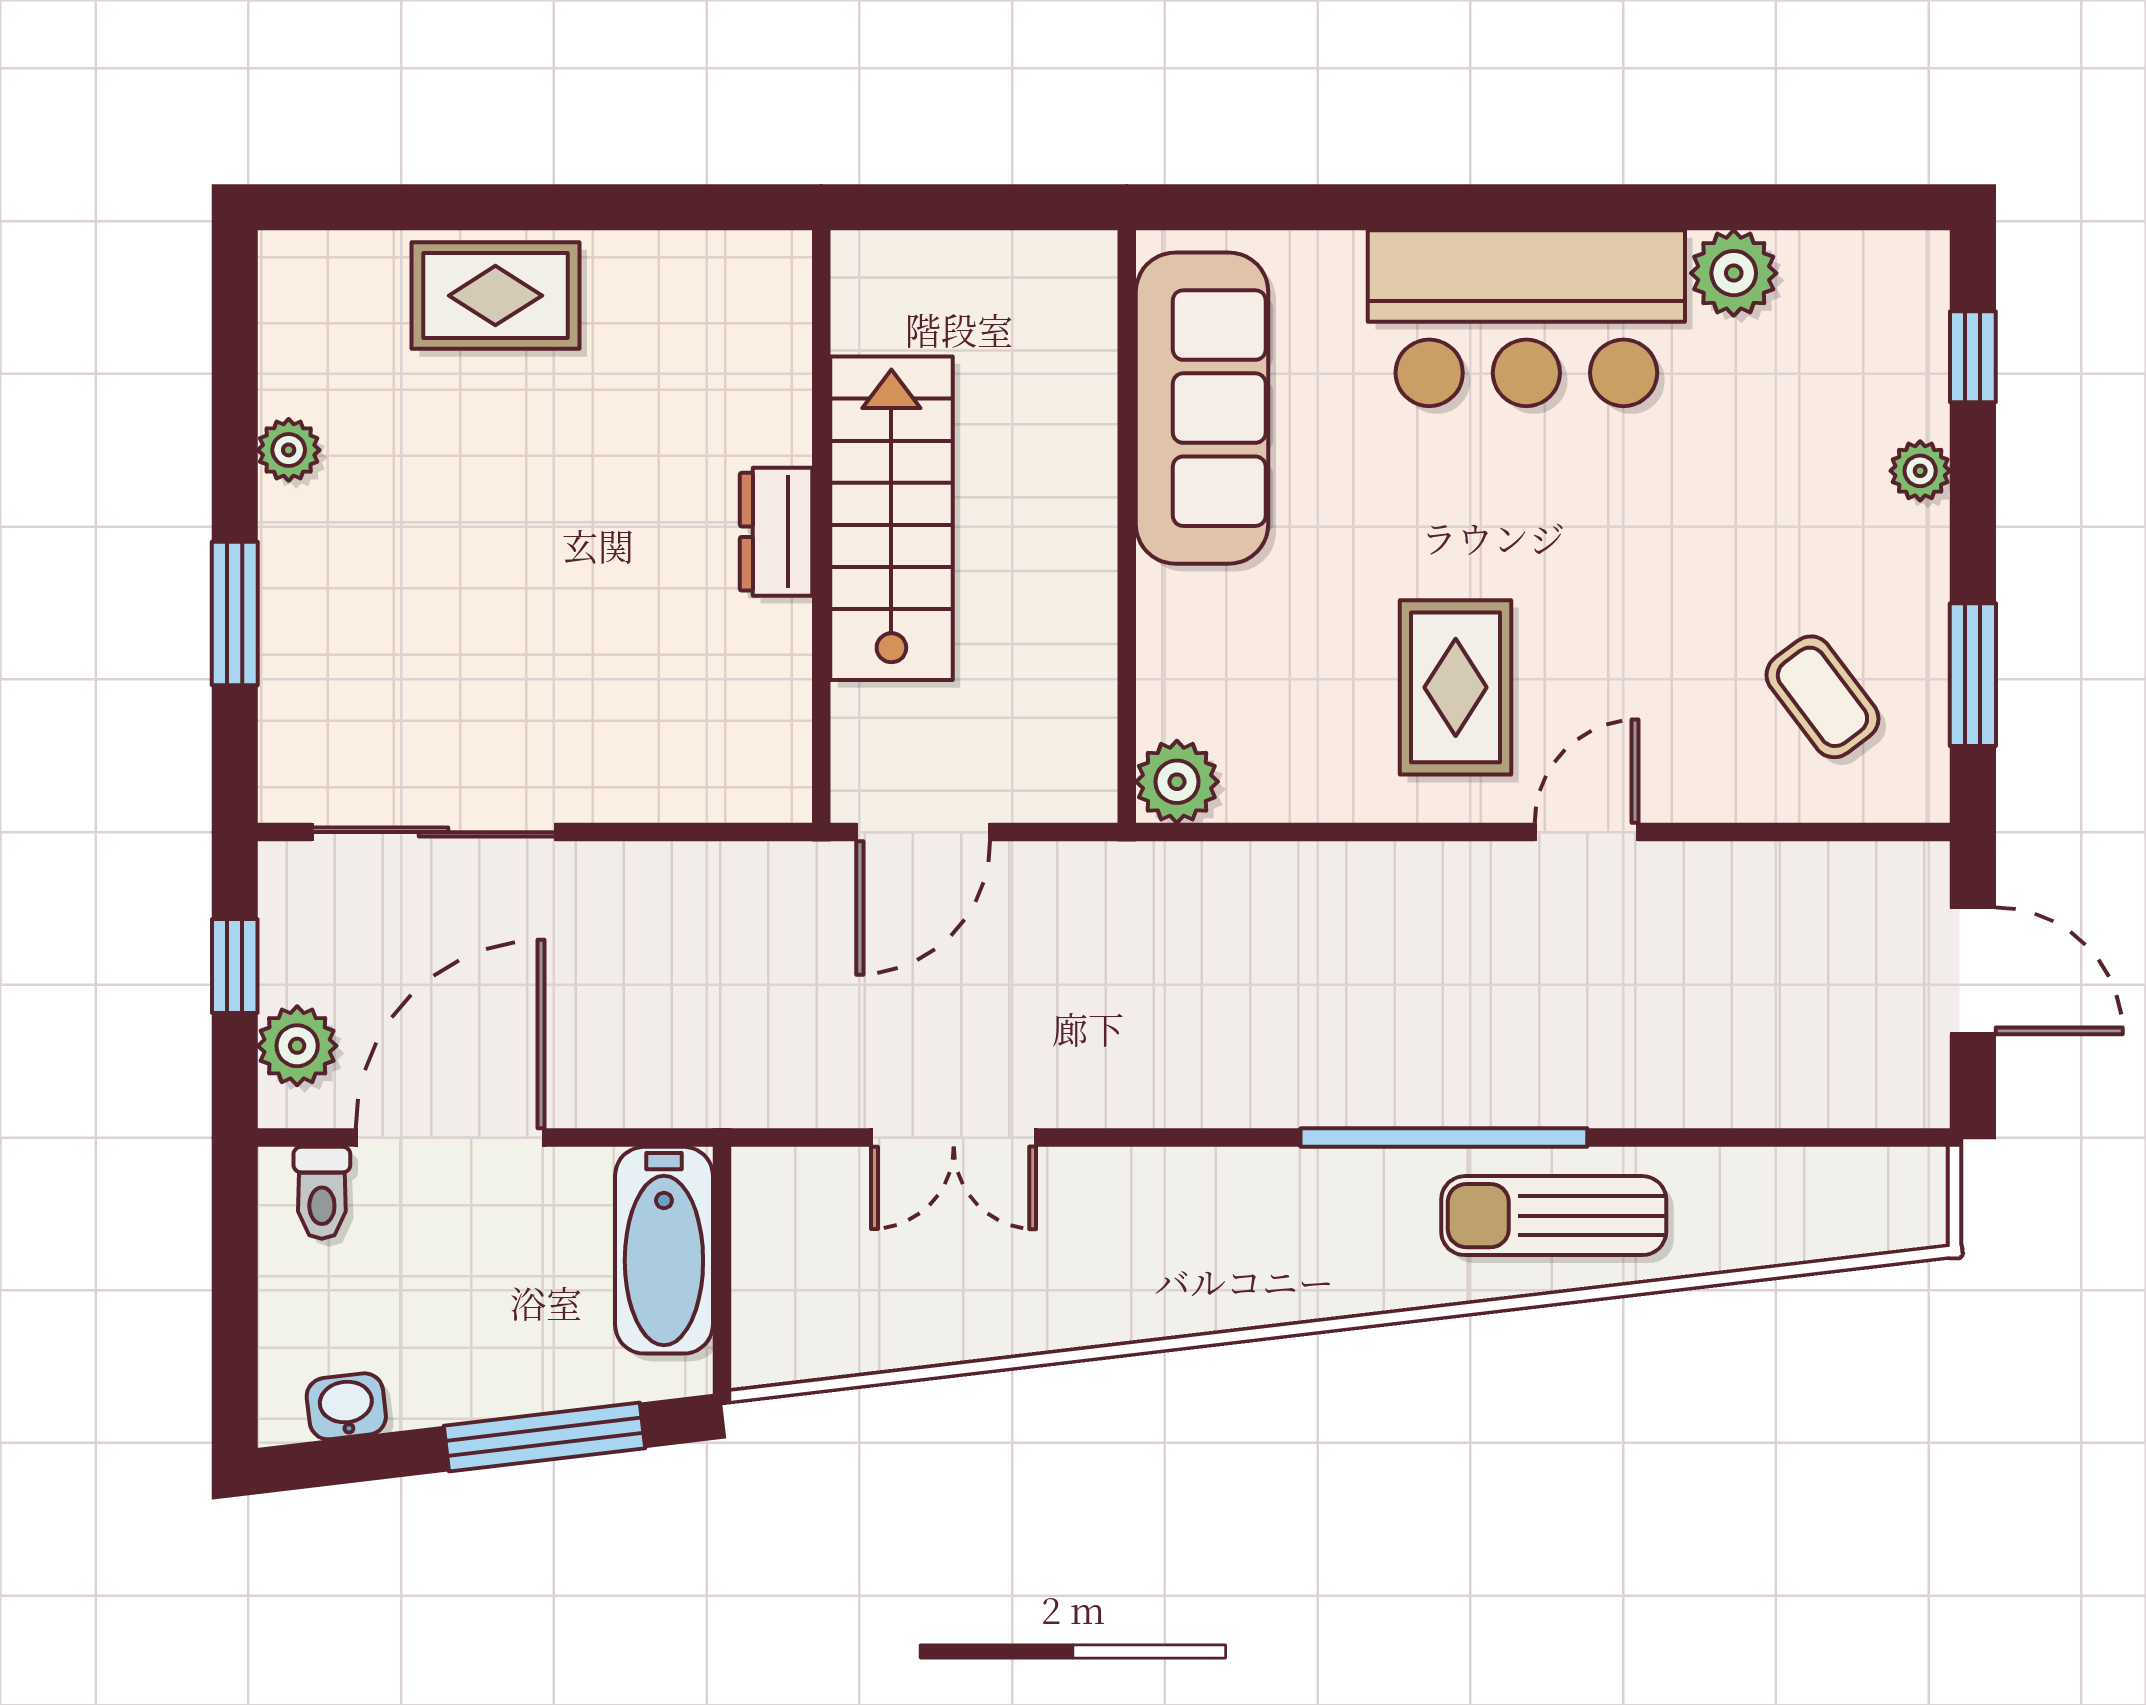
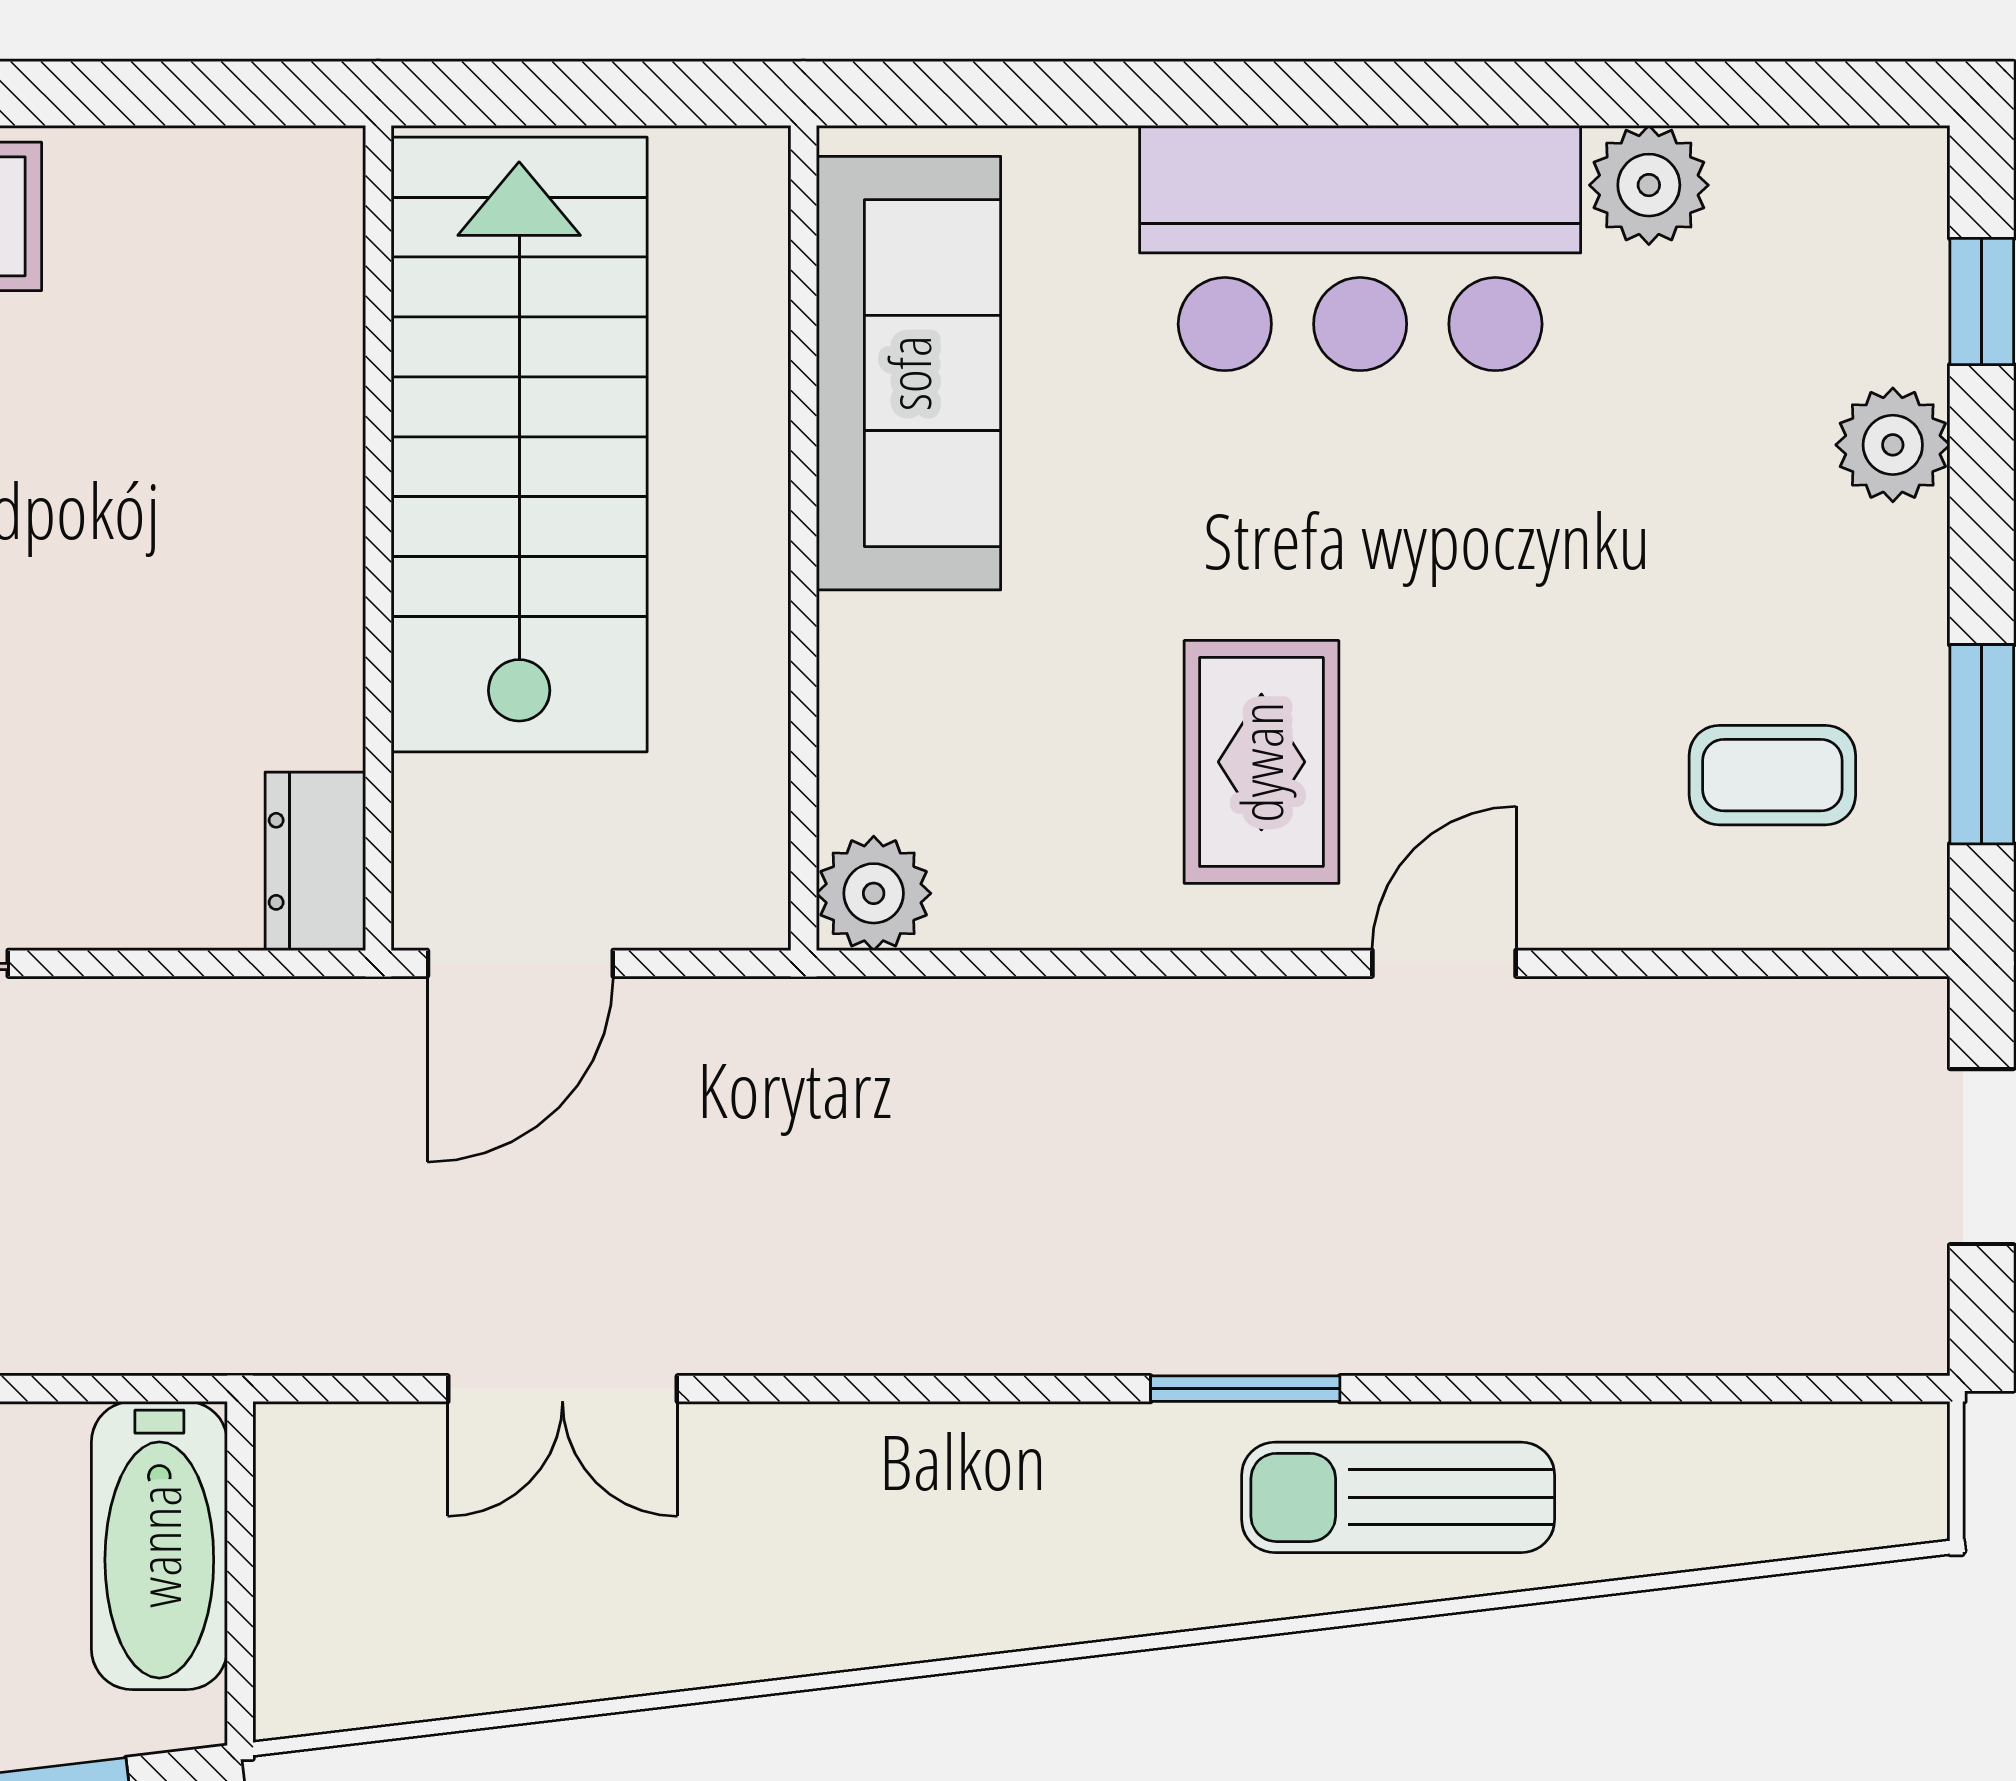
plant: (1920, 471) -> (1893, 445), width x1.38, depth x1.38
stairs: (891, 518) -> (519, 444), width x1.36, depth x1.51
dresser: (776, 532) -> (315, 861), moved
coffee table: (1822, 697) -> (1772, 775), turned -53
window: (1444, 1138) -> (1245, 1389), width x0.47

